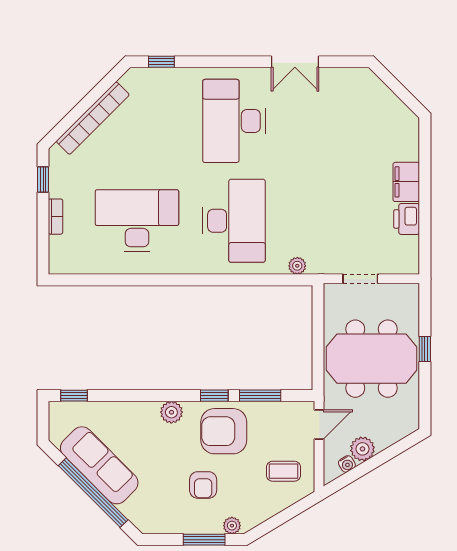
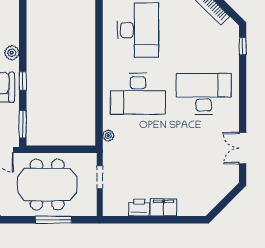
double door: (295, 62) -> (243, 148), moved
window: (425, 349) -> (53, 220), width x2.17
meeting table: (372, 359) -> (47, 185), turned 90
window: (260, 396) -> (23, 124), moved

